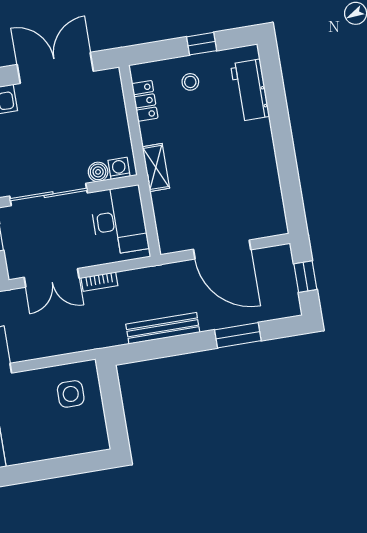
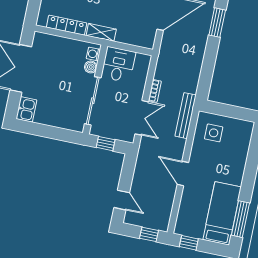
locker: (145, 101) -> (67, 25), width x1.53
desk: (119, 220) -> (118, 65), width x0.73
bench: (163, 328) -> (186, 116), moved

